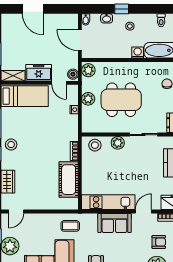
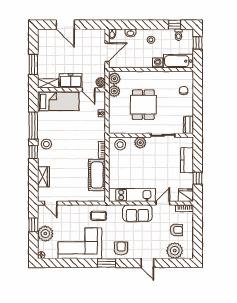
window: (122, 9) -> (175, 25), moved
door: (80, 40) -> (107, 52), swing flipped
plant: (88, 99) -> (114, 91), moved
dining table: (121, 100) -> (143, 105), width x0.73
door: (16, 212) -> (51, 203), hinge flipped

